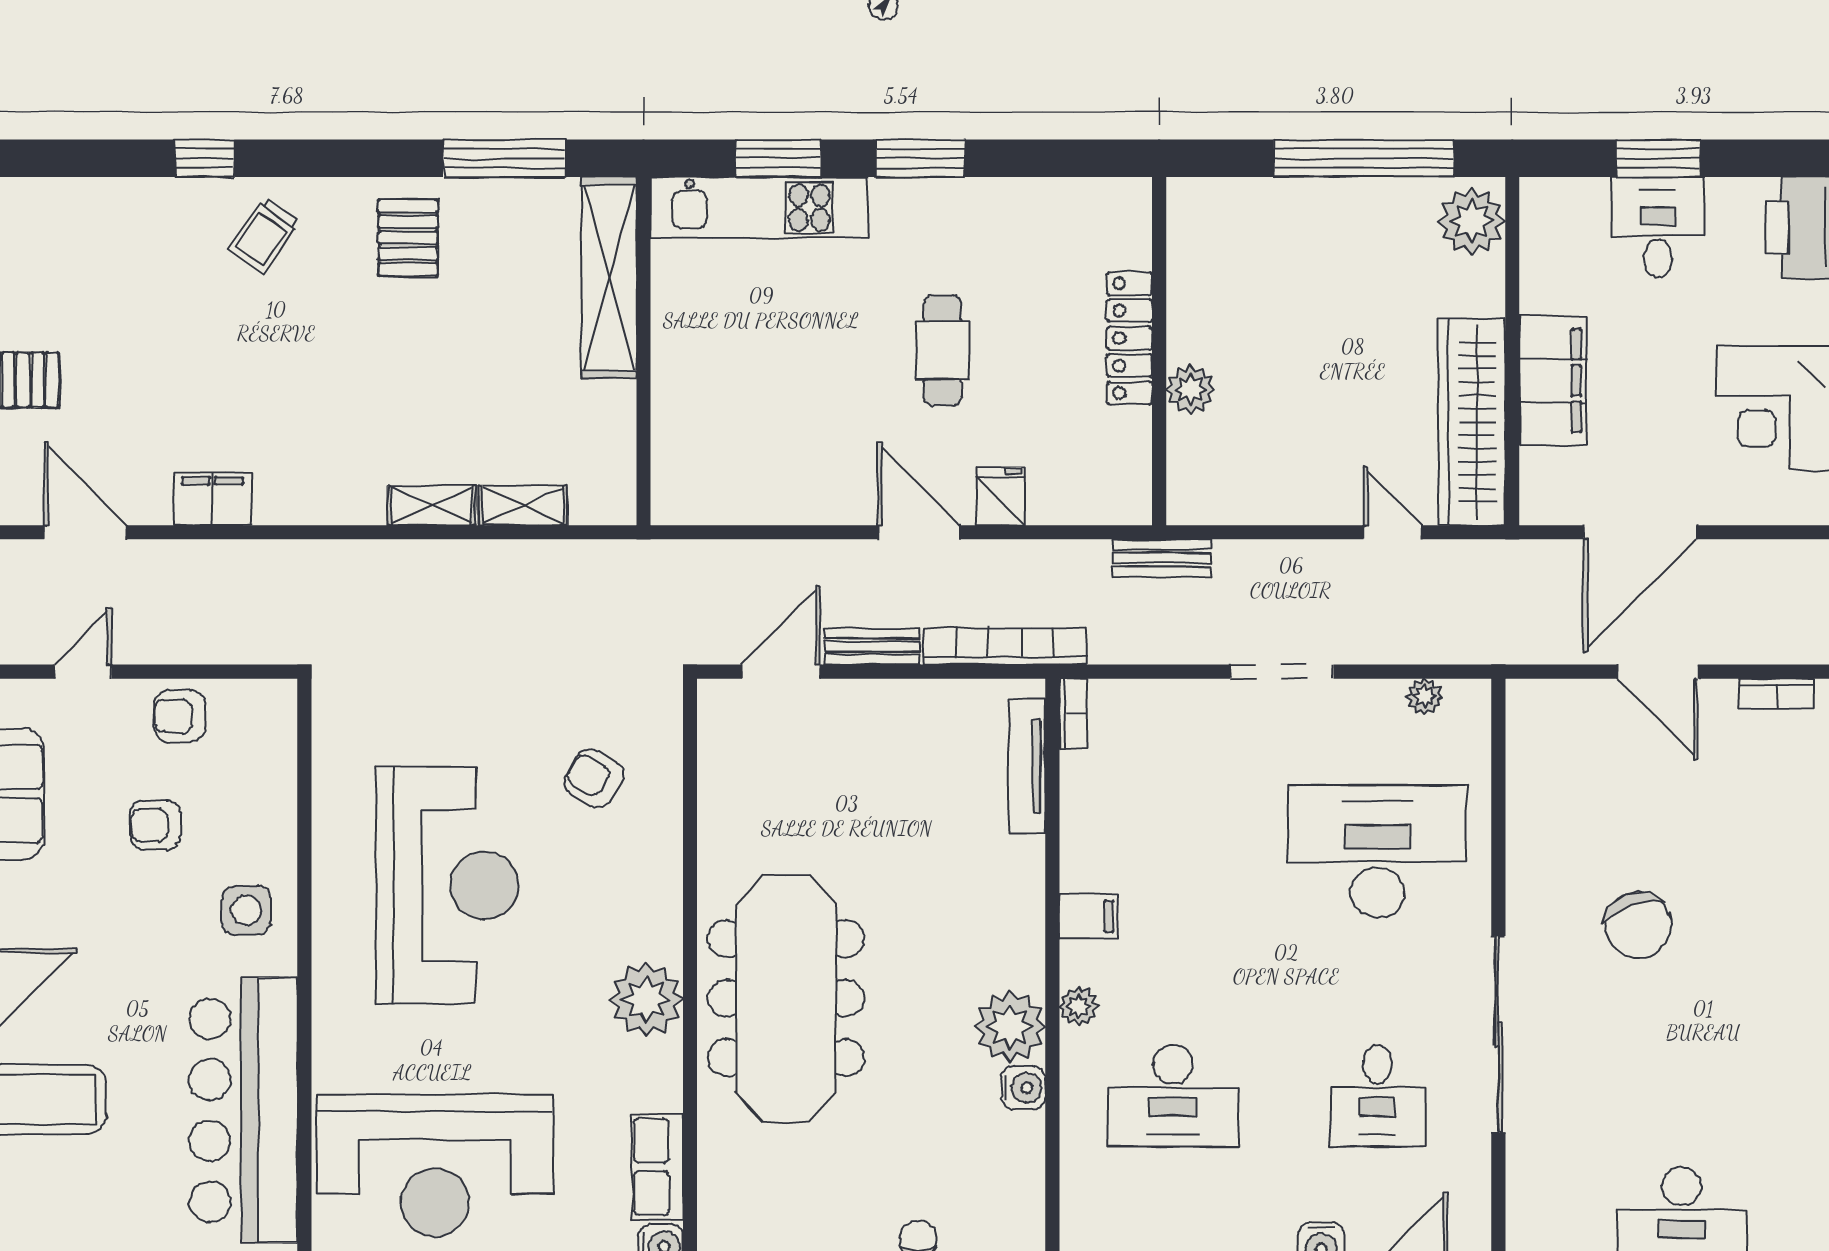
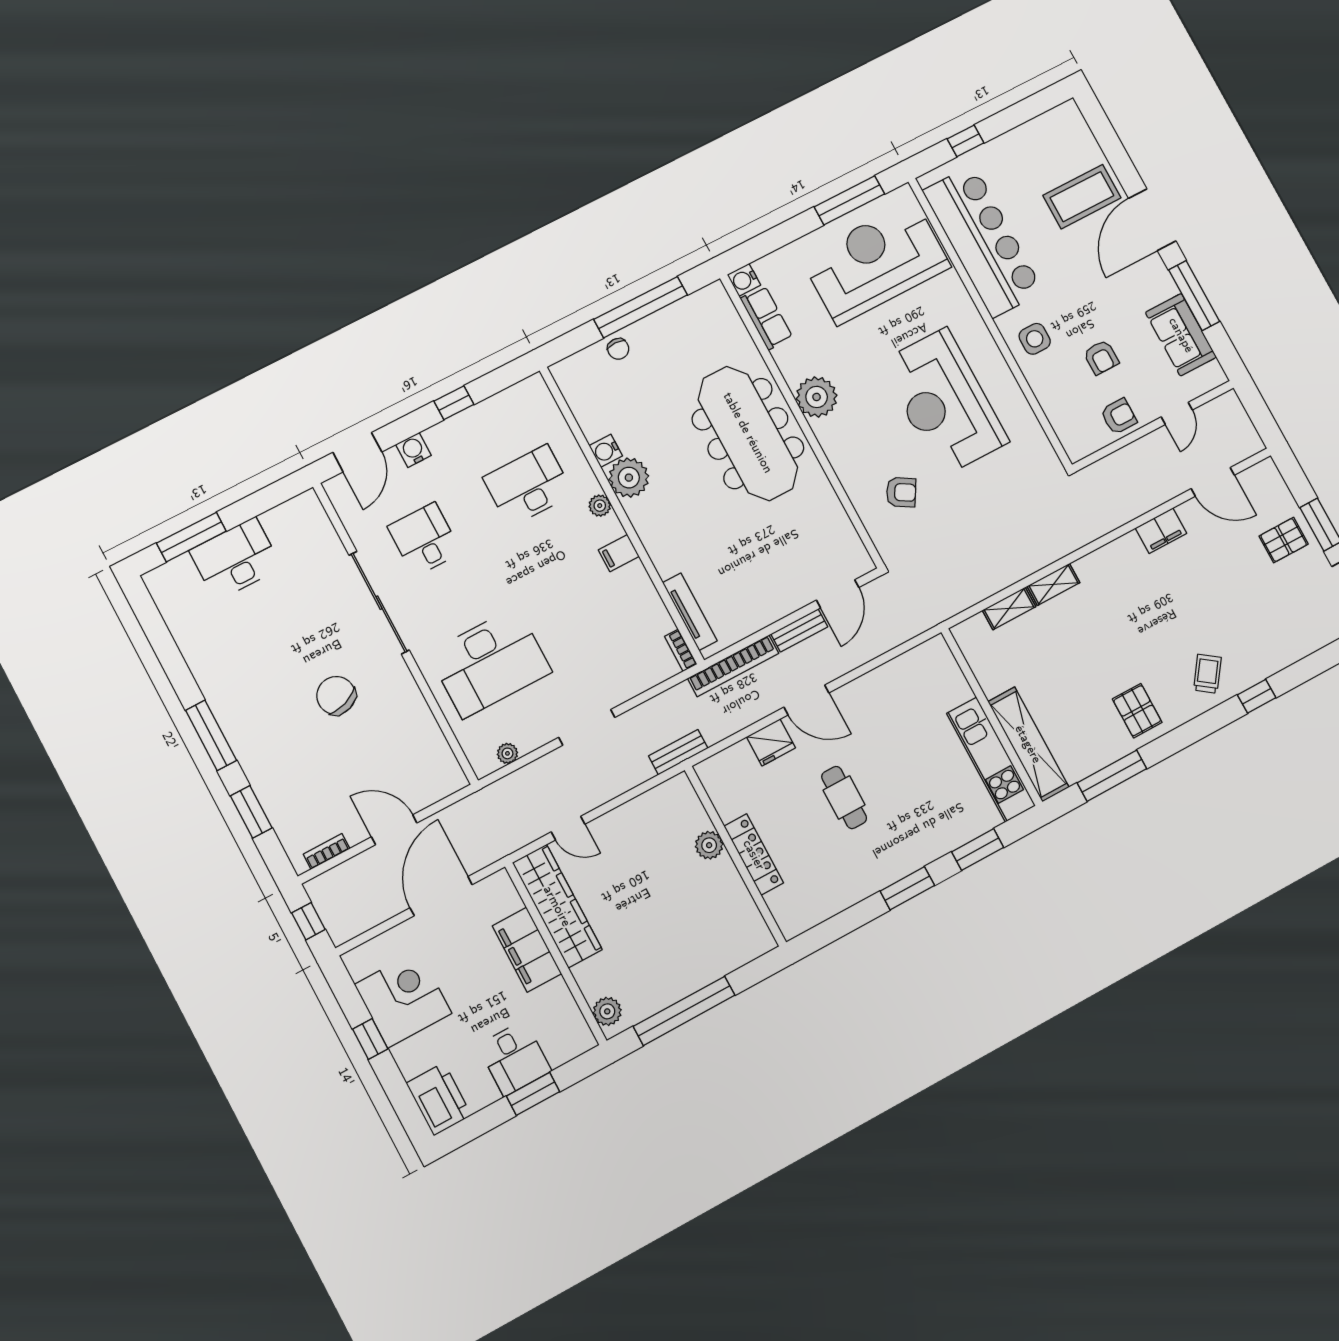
kitchen unit: (759, 208) -> (991, 760), moved, turned -90
plant: (1472, 221) -> (607, 1011), width x0.73, depth x0.73
fridge: (1001, 496) -> (771, 742), width x1.38
armchair: (156, 825) -> (1101, 357), turned 90

